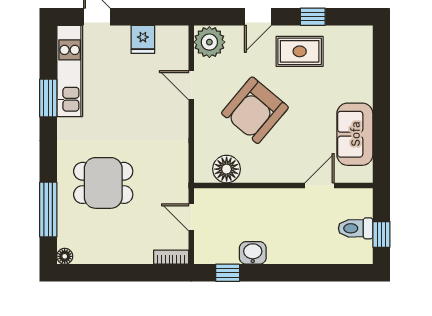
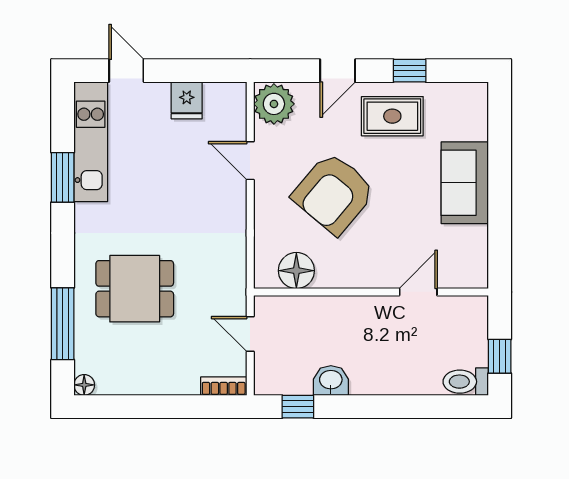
sofa: (355, 134) -> (465, 183), moved
toilet: (356, 228) -> (466, 382), moved

